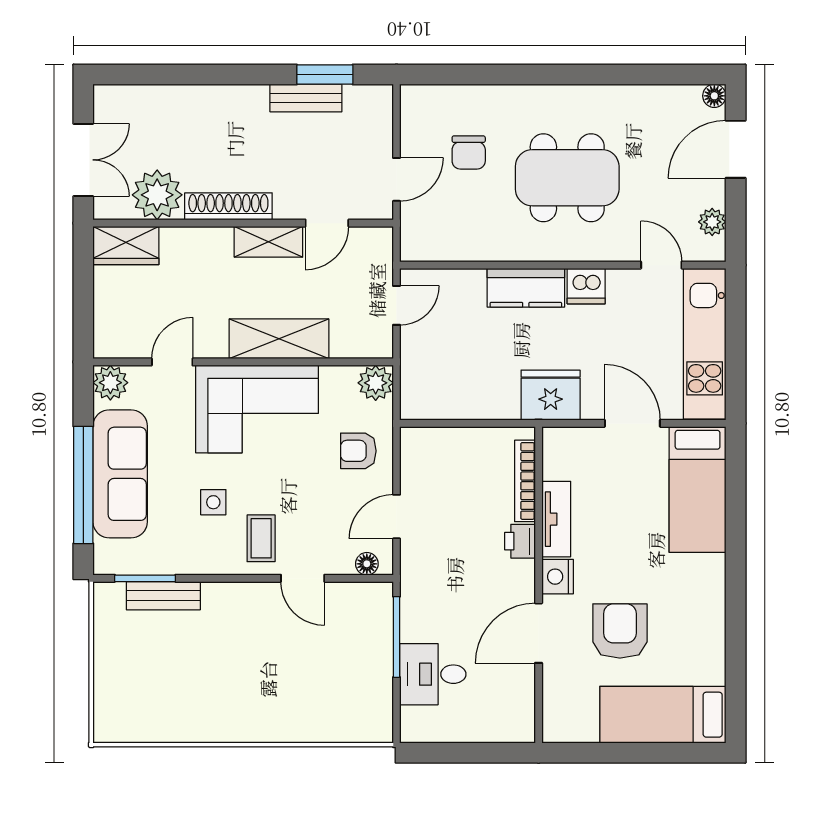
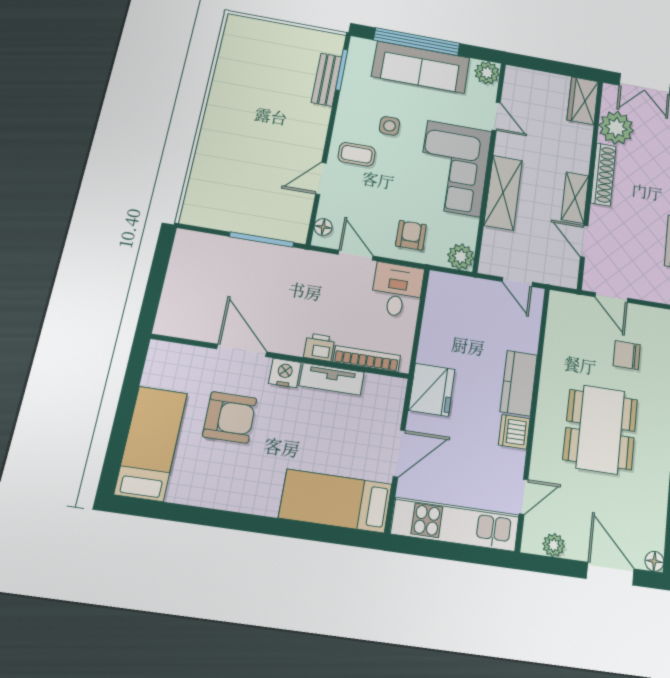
desk: (433, 674) -> (397, 290), moved

